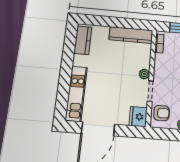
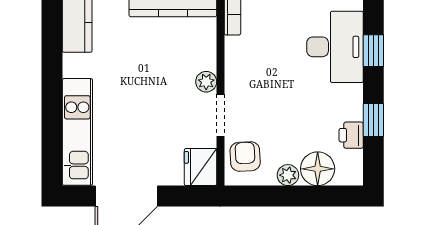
armchair: (161, 113) -> (245, 157), turned -93

